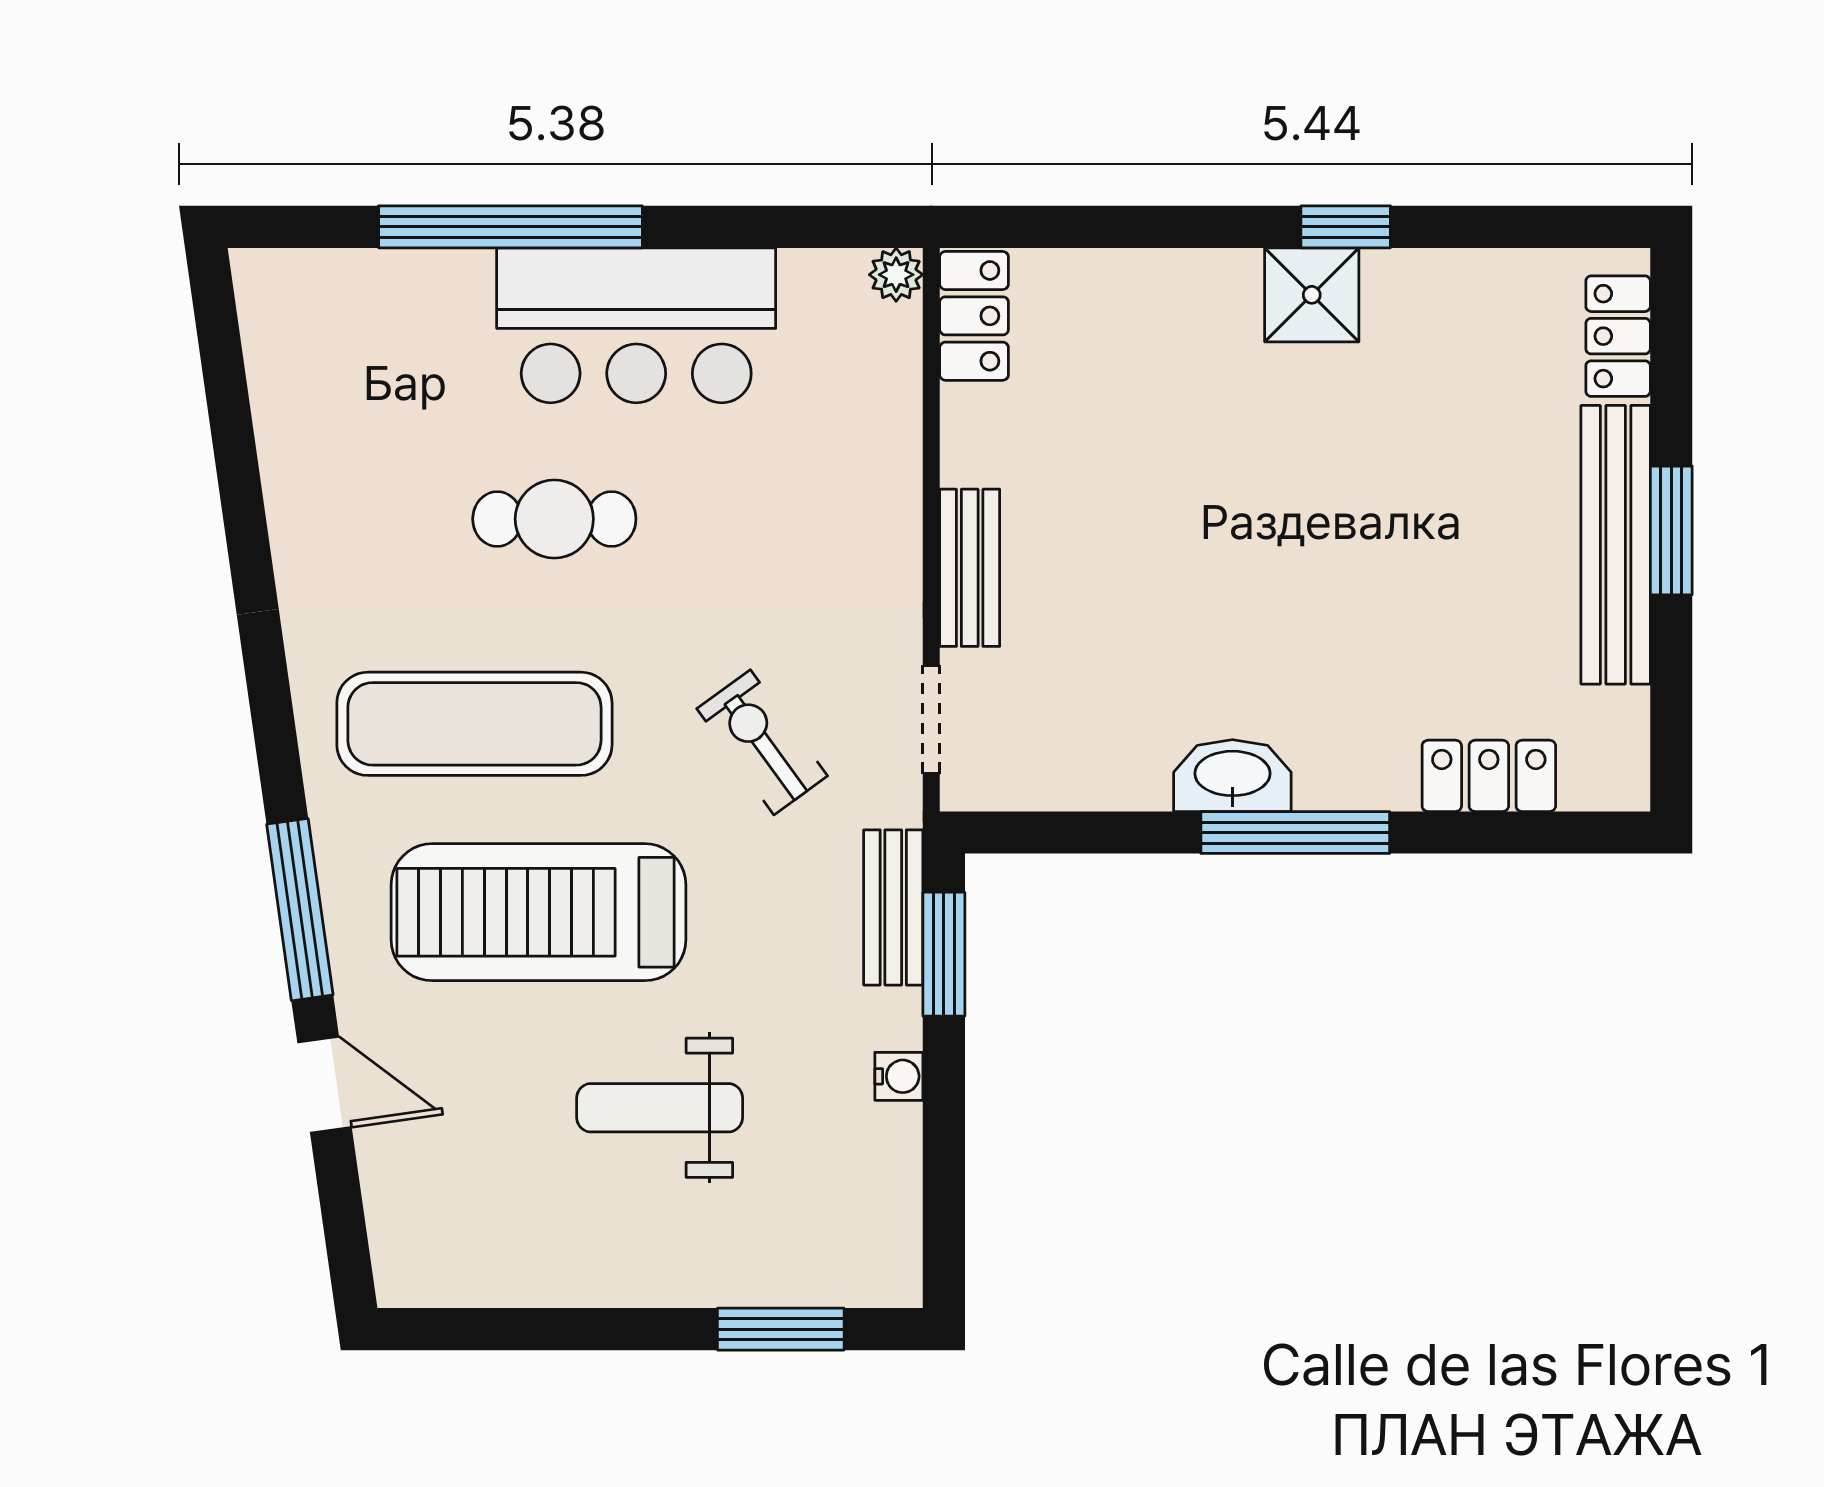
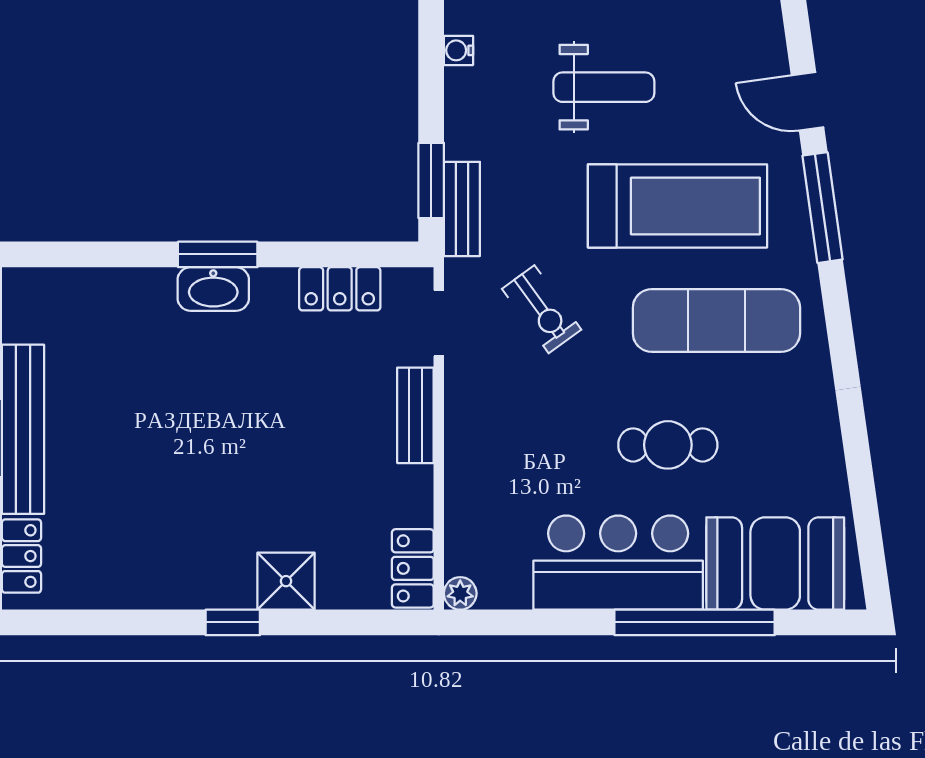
window: (1346, 227) -> (233, 622), moved
shower: (1312, 295) -> (286, 581), moved
booth: (378, 324) -> (775, 563), added
washbasin: (1232, 776) -> (213, 289), moved
locker: (1489, 776) -> (340, 289), moved
window: (1295, 833) -> (218, 254), width x0.69
water cooler: (899, 1076) -> (459, 50), moved

